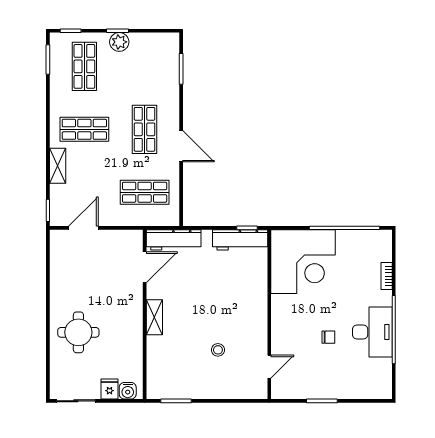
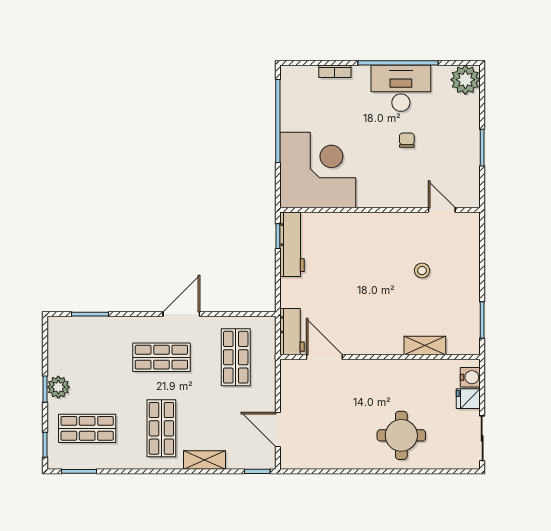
workbench: (174, 240) -> (292, 332), width x0.73
shelving: (154, 317) -> (425, 346), moved
plant: (379, 387) -> (465, 80), added

